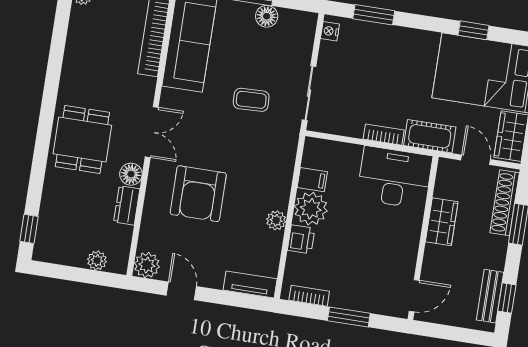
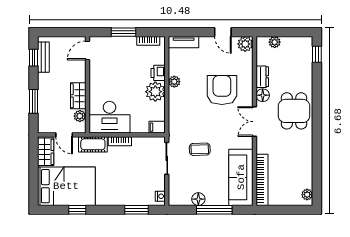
filing cabinet: (312, 180) -> (157, 127), moved
plant: (444, 187) -> (80, 116), added
shoe rack: (505, 203) -> (43, 113), removed

